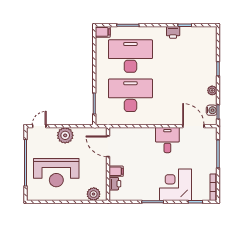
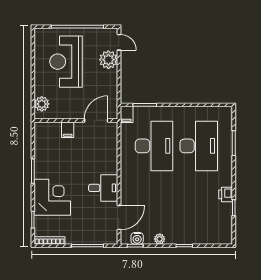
filing cabinet: (103, 32) -> (127, 114), moved
plant: (65, 135) -> (108, 60), moved
printer: (115, 184) -> (53, 128), removed

